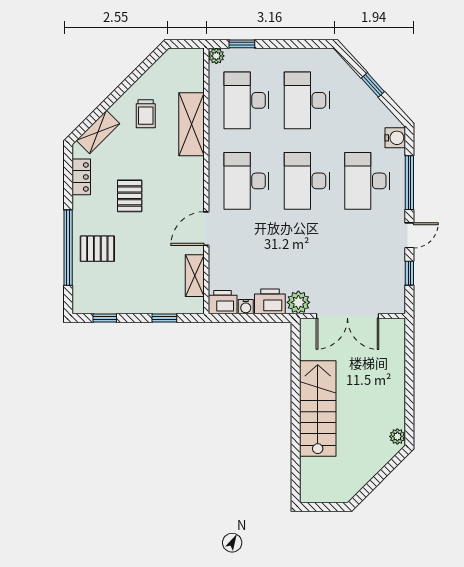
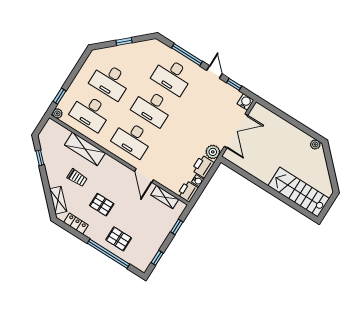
window: (140, 70) -> (40, 158), added
trolley: (146, 114) -> (77, 178), moved
water cooler: (395, 138) -> (245, 102), moved
pallet: (97, 249) -> (119, 239), turned 90
stairs: (318, 408) -> (299, 192), moved

